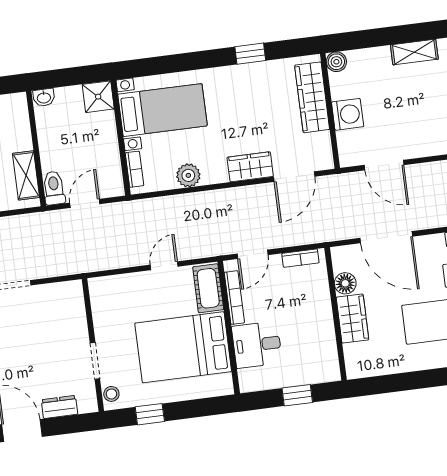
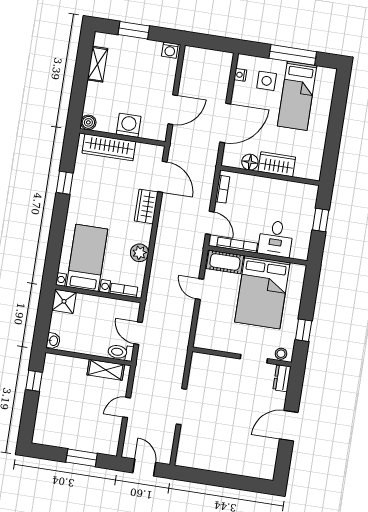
dresser: (59, 407) -> (282, 378), moved

